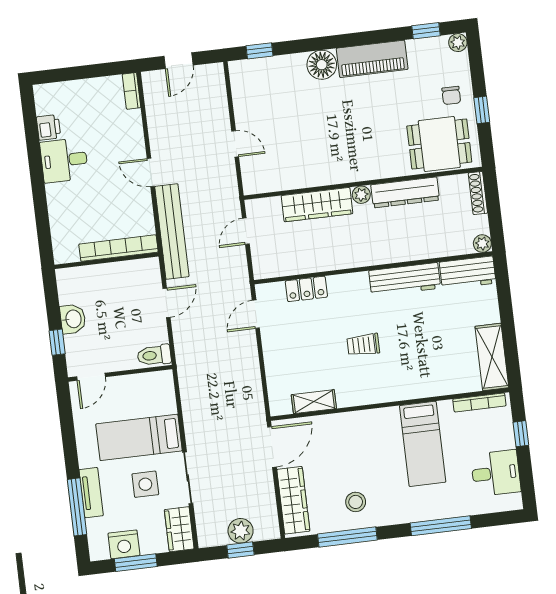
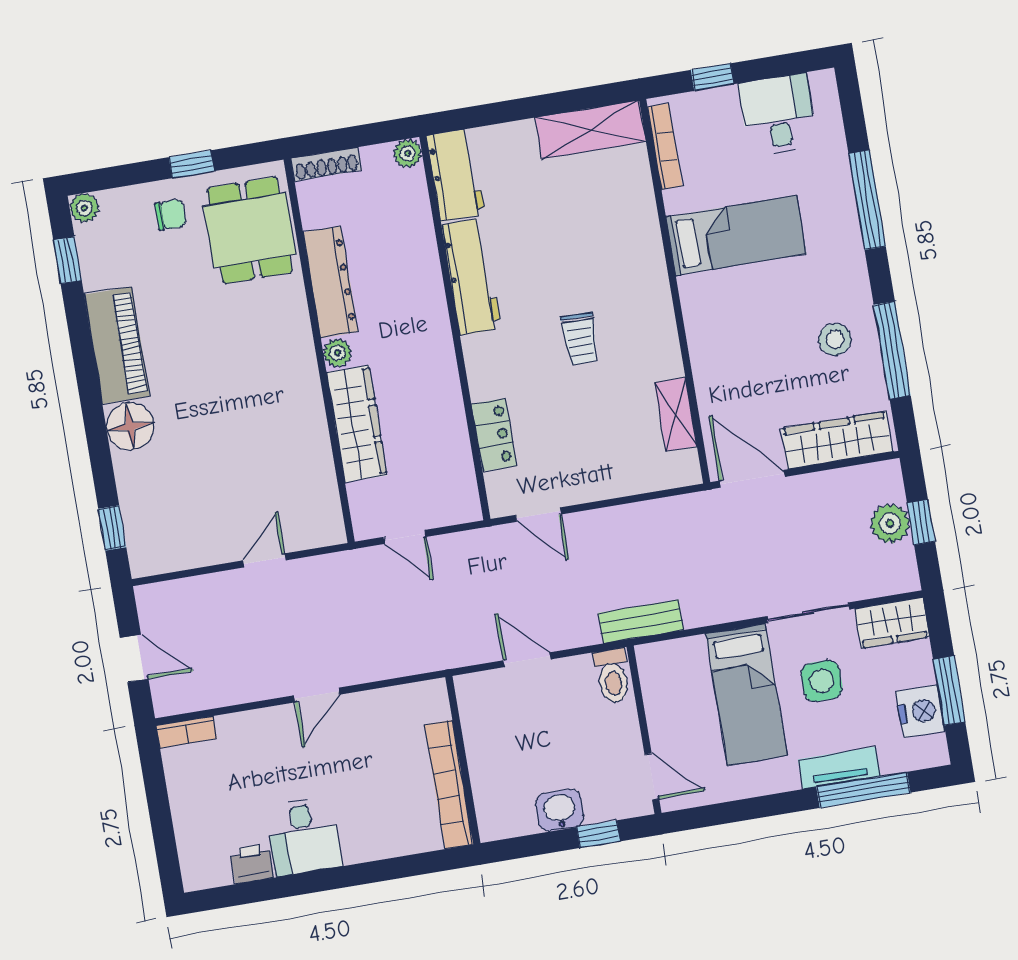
bench: (172, 231) -> (641, 621), moved, width x0.54, depth x0.82
bookcase: (119, 248) -> (449, 784), moved

